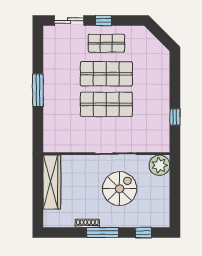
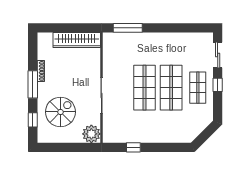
window: (38, 90) -> (128, 28), moved
spiral stairs: (120, 189) -> (60, 112), moved, turned -90

